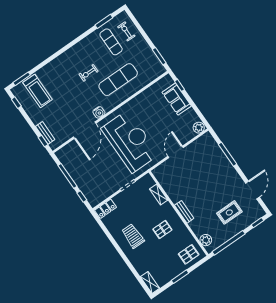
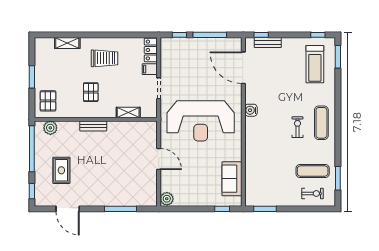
exercise mat: (118, 80) -> (321, 123), moved, width x0.73, depth x0.69
treadmill: (38, 91) -> (315, 64), turned -90
sofa: (177, 99) -> (232, 179), moved, turned -90
door: (85, 130) -> (243, 68), moved
filing cabinet: (119, 200) -> (150, 69), added
shelving: (150, 282) -> (67, 43), moved

